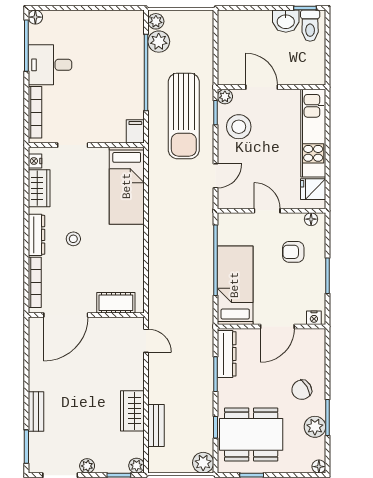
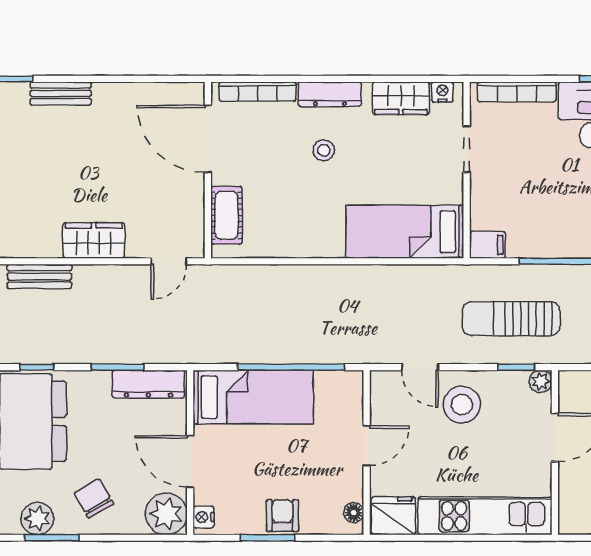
sun lounger: (184, 116) -> (511, 319), width x0.73, depth x0.75
stool: (239, 127) -> (462, 405), moved
fridge: (313, 189) -> (393, 516), width x1.38
armchair: (293, 252) -> (282, 516), moved
plant: (312, 342) -> (166, 514), added
wardrobe: (132, 411) -> (94, 240), moved

